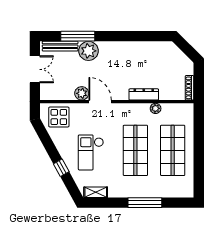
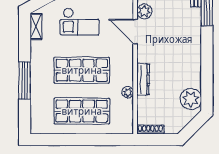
plant: (88, 51) -> (191, 99), moved
door: (100, 102) -> (135, 32), swing flipped
checkout: (91, 152) -> (80, 21), turned 180

